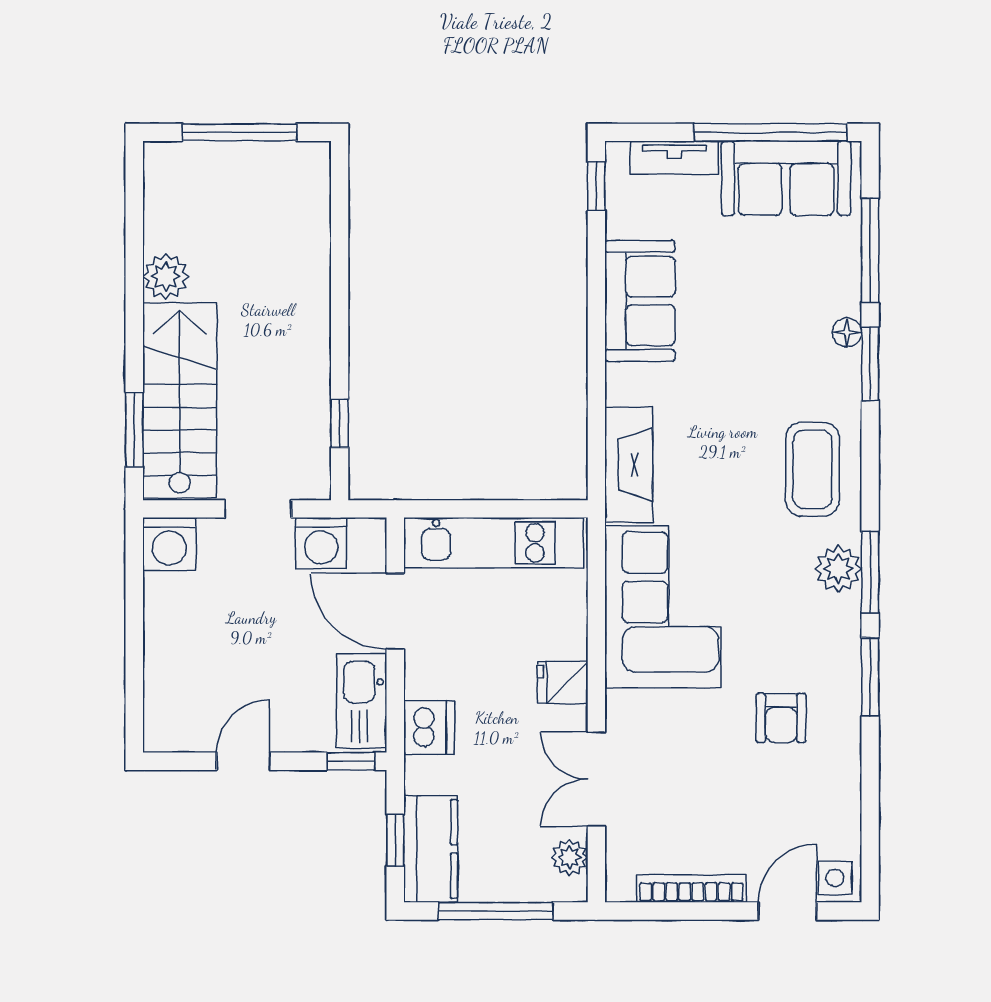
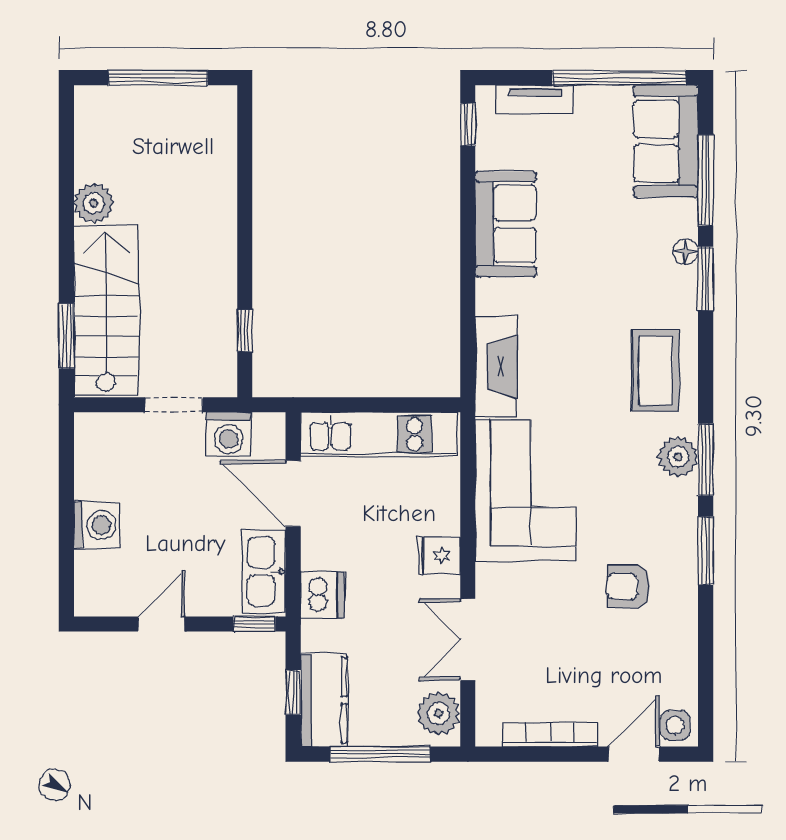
sofa: (786, 178) -> (666, 141), moved, turned 90
washing machine: (169, 544) -> (97, 525), moved, turned -90
armchair: (781, 718) -> (628, 586), turned 90
plant: (570, 857) -> (439, 713), width x1.38, depth x1.38

